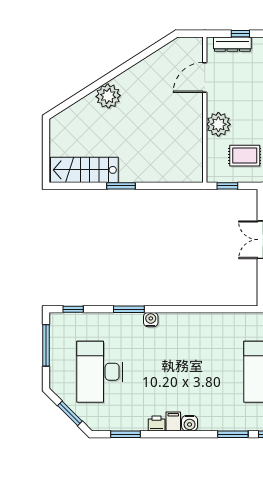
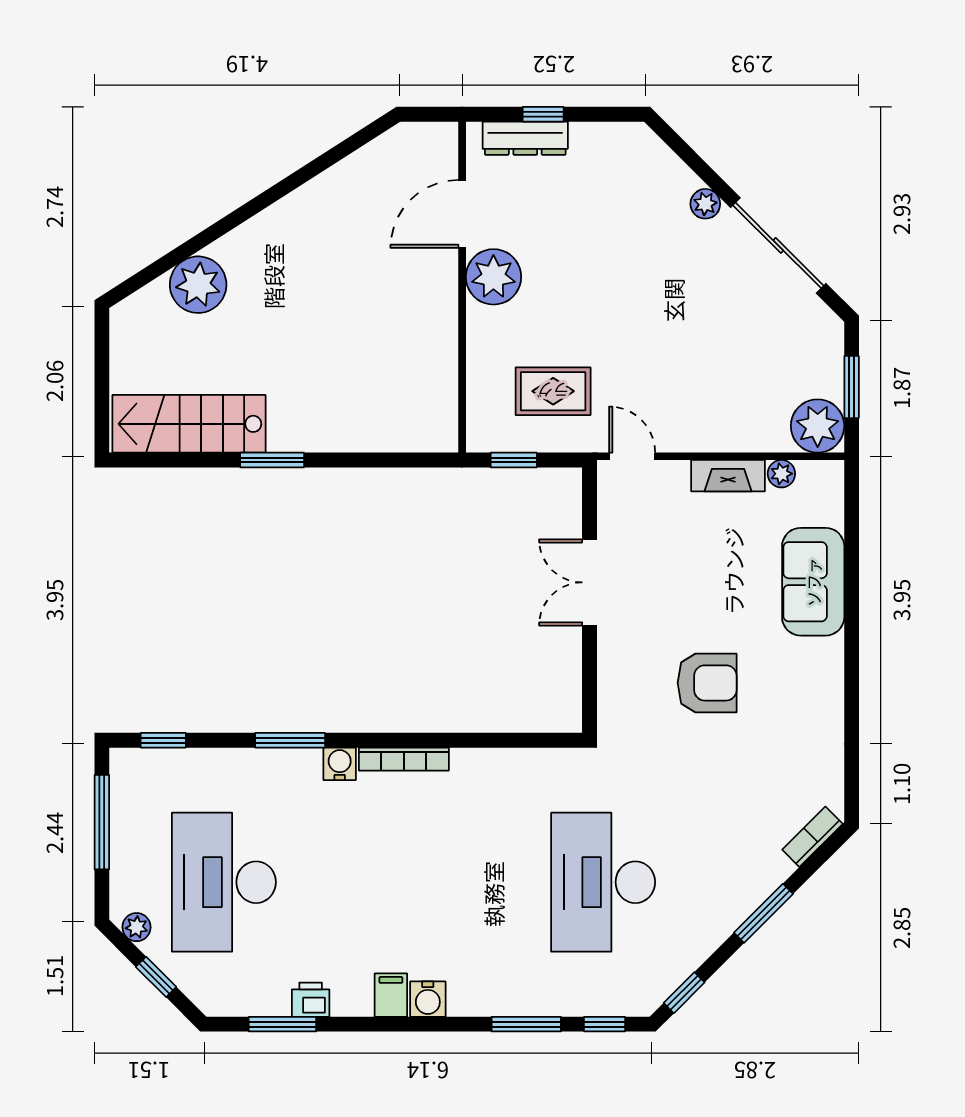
plant: (108, 96) -> (198, 285), moved
plant: (218, 124) -> (493, 277), moved
bookcase: (179, 318) -> (404, 759), added
plant: (61, 392) -> (136, 927), added
window: (70, 413) -> (156, 977), width x0.67
printer: (157, 423) -> (311, 1000), moved

